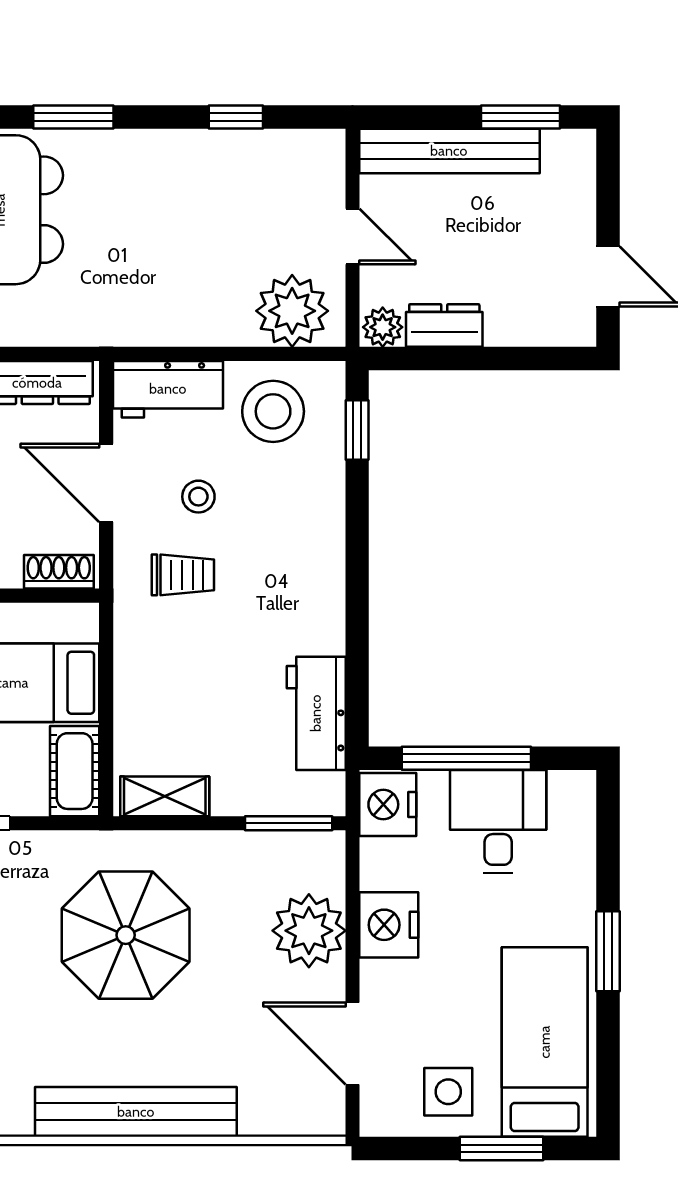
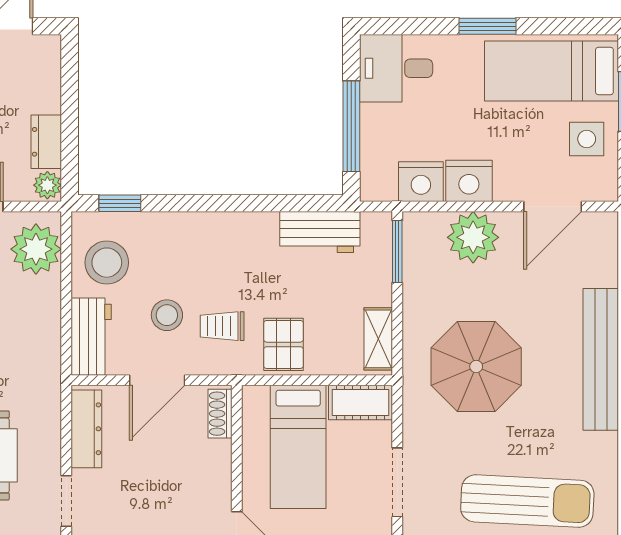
stool: (198, 497) -> (167, 315), width x1.37, depth x1.37
trolley: (183, 575) -> (222, 326), turned -90
pallet: (157, 662) -> (283, 344), added
nightstand: (388, 804) -> (421, 182), moved
desk: (498, 822) -> (396, 68), moved

